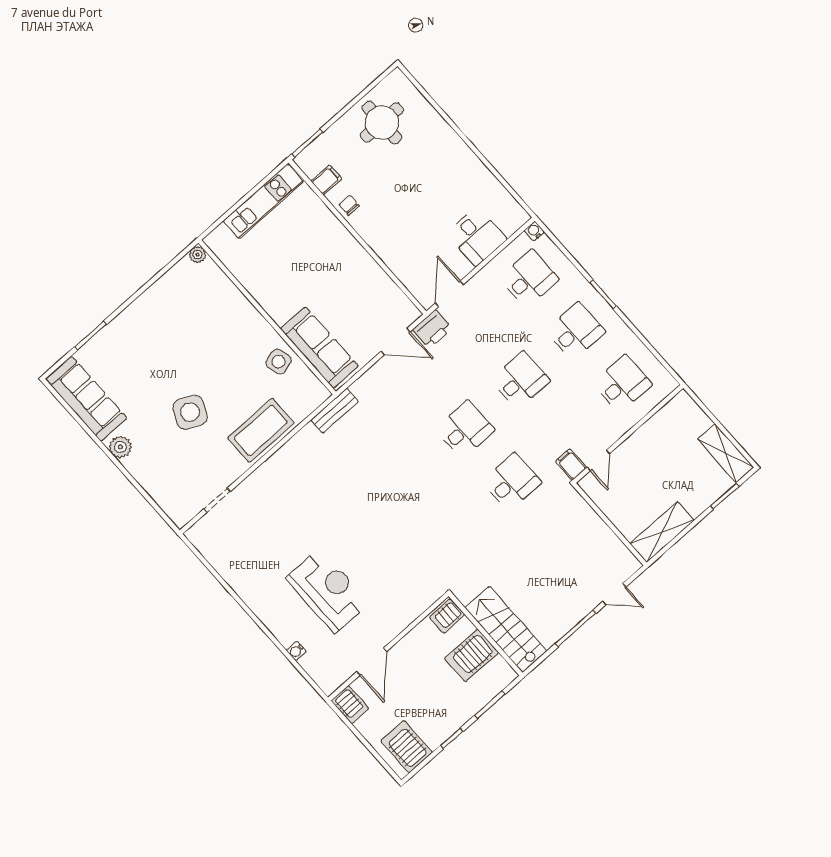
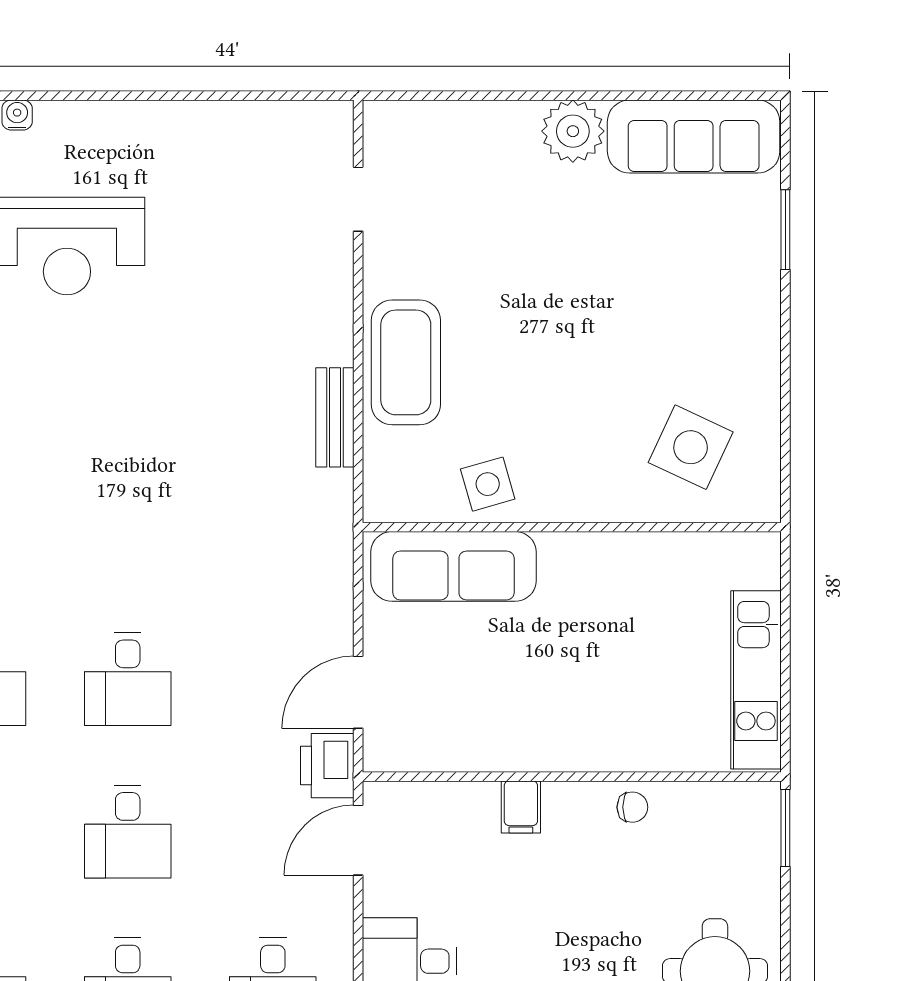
filing cabinet: (326, 180) -> (521, 807), moved
plant: (198, 255) -> (764, 506), removed
door: (449, 294) -> (358, 840), swing flipped
bench: (335, 411) -> (335, 417), moved
side table: (190, 412) -> (691, 447), moved
plant: (120, 447) -> (573, 131), width x1.36, depth x1.36

